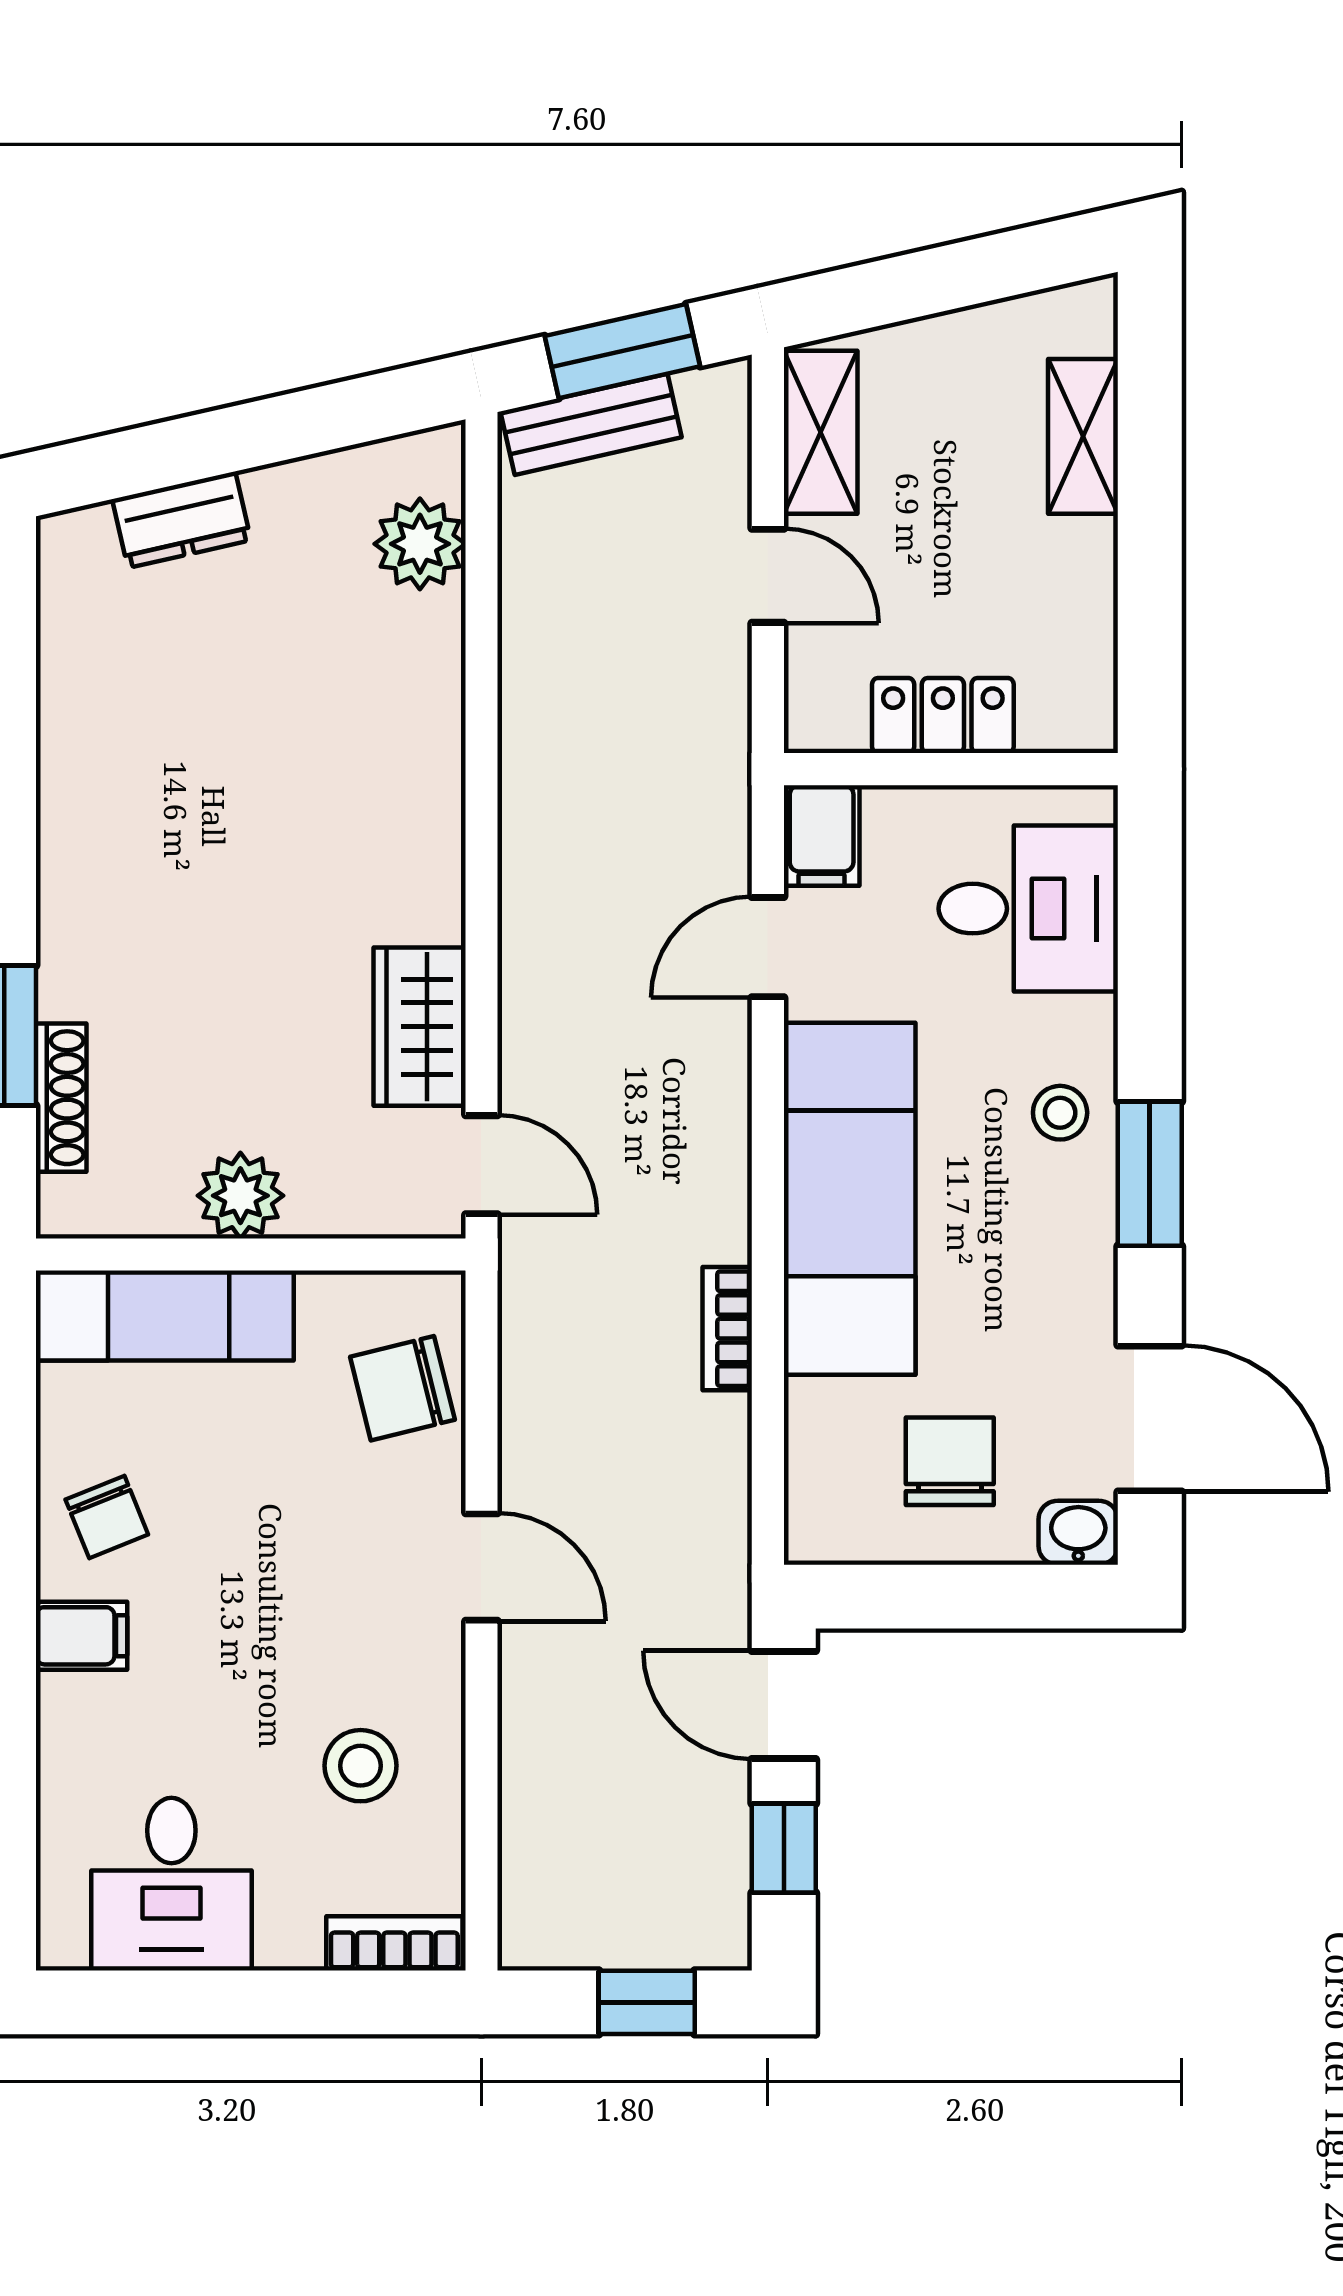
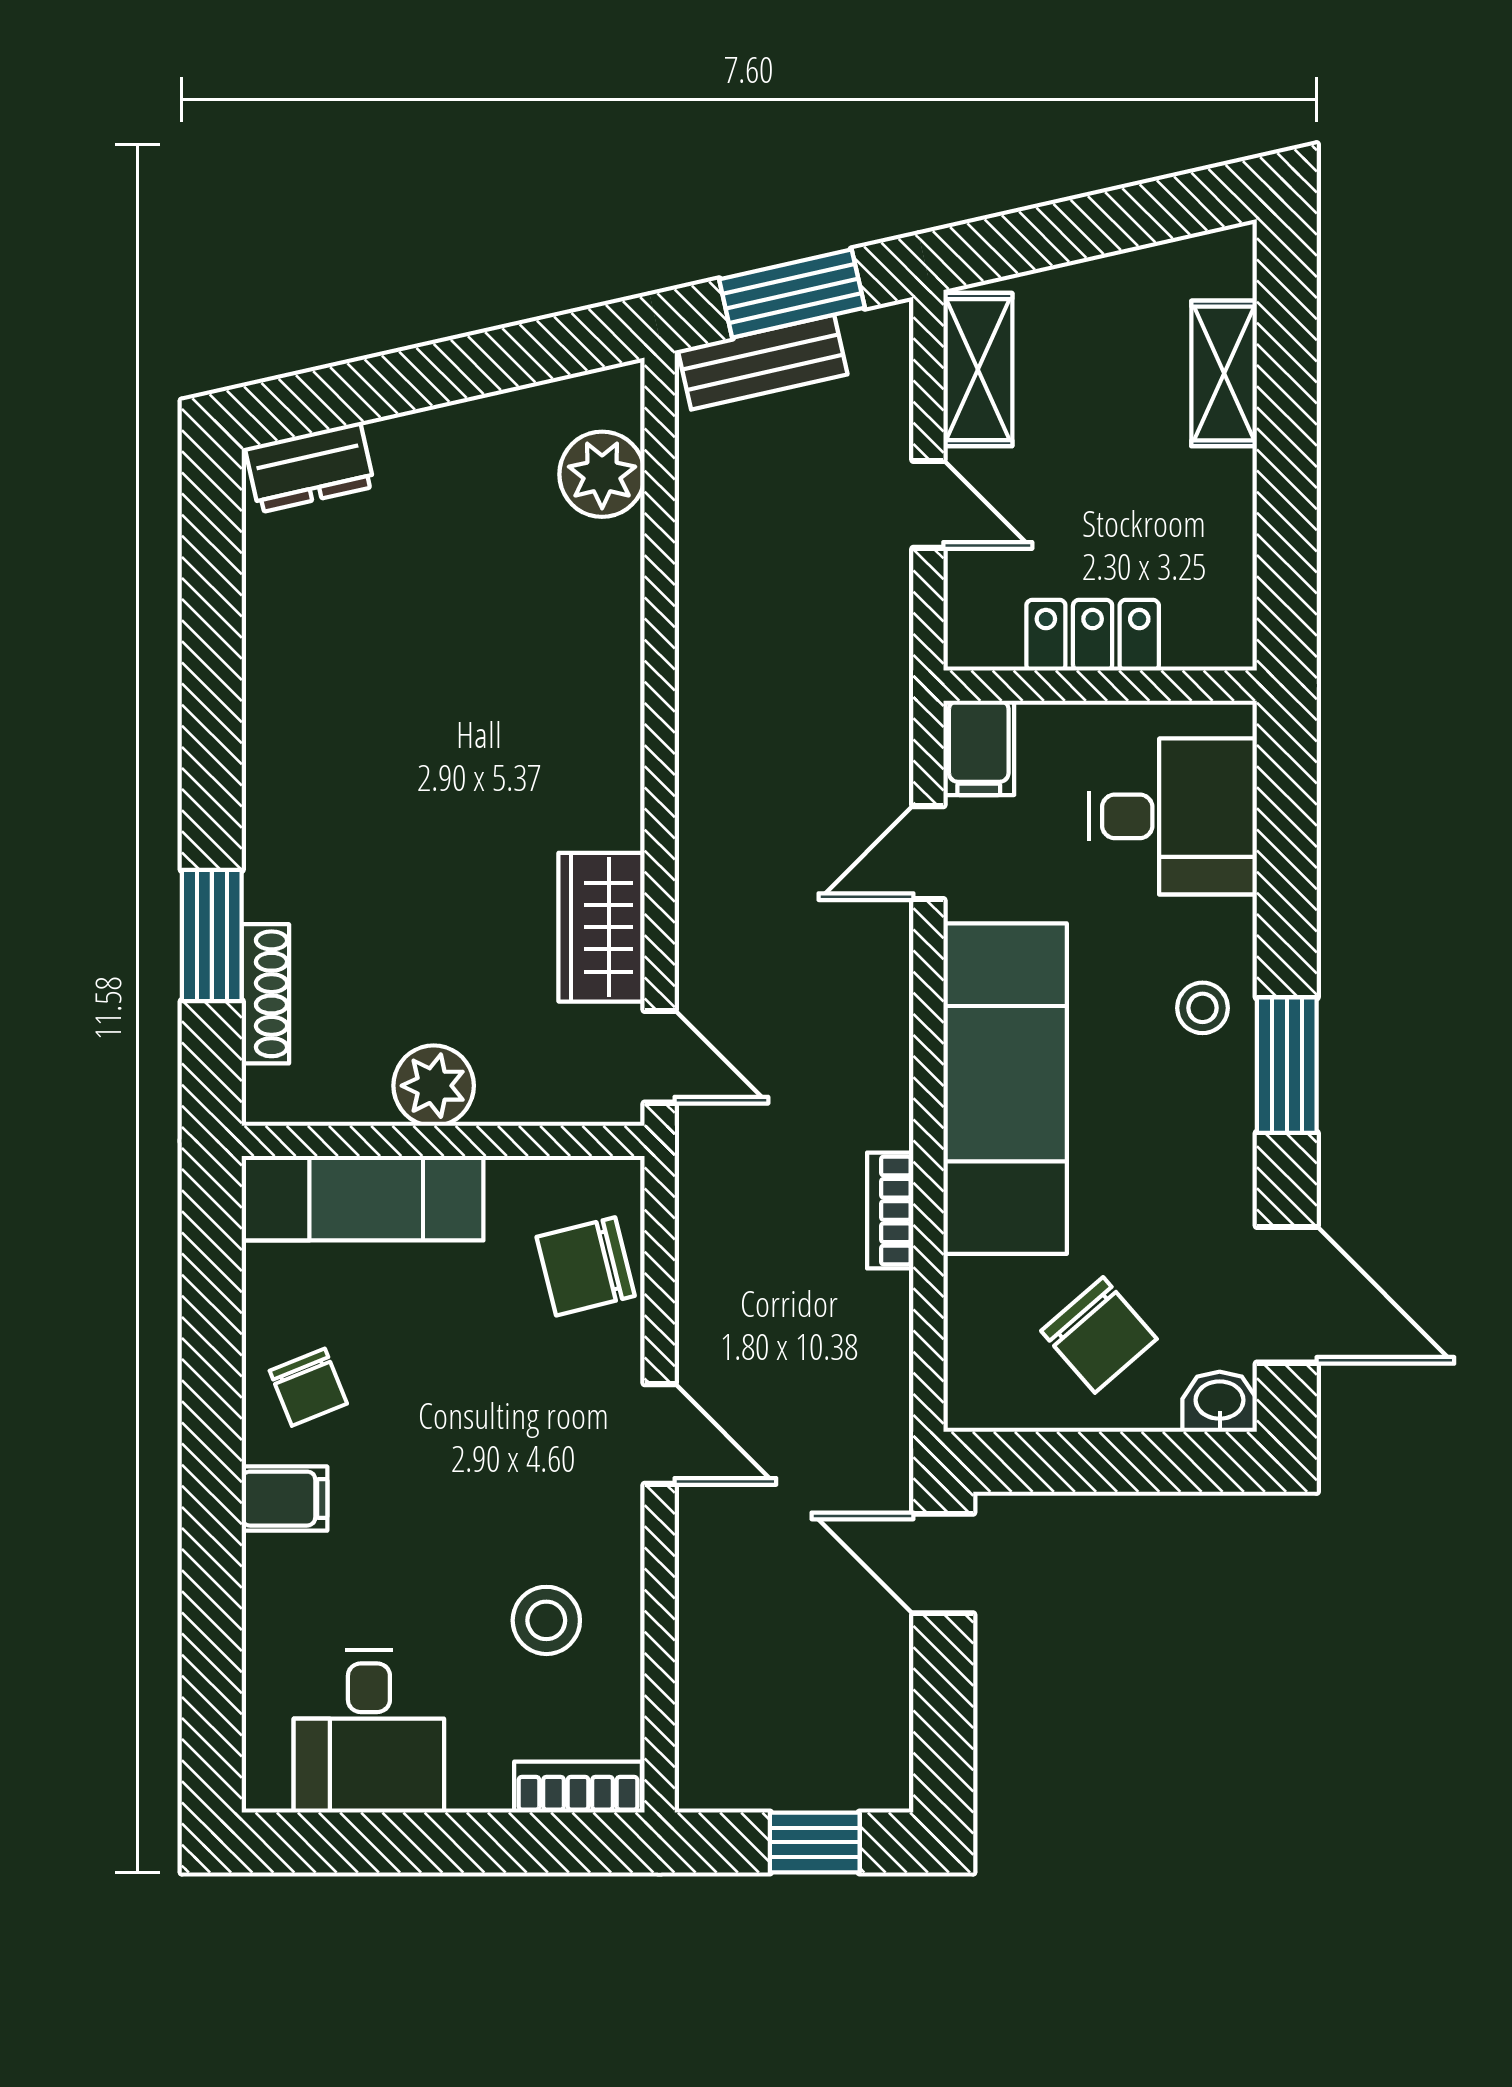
dresser: (182, 520) -> (310, 467), moved
chair: (950, 1461) -> (1099, 1335), turned 139
window: (784, 1848) -> (943, 1698), removed

